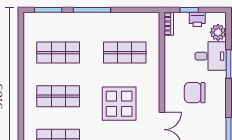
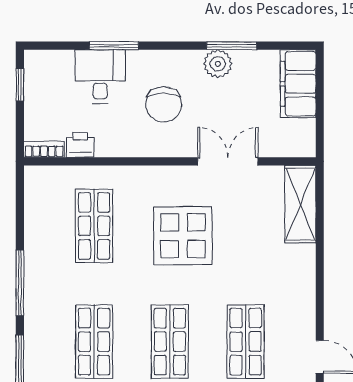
window: (189, 10) -> (20, 85), moved
printer: (197, 19) -> (80, 145), moved, turned -90
plant: (218, 32) -> (218, 64), moved

